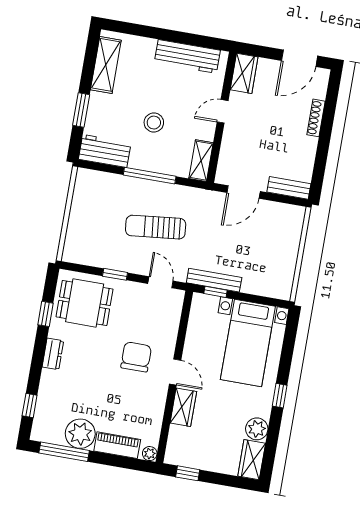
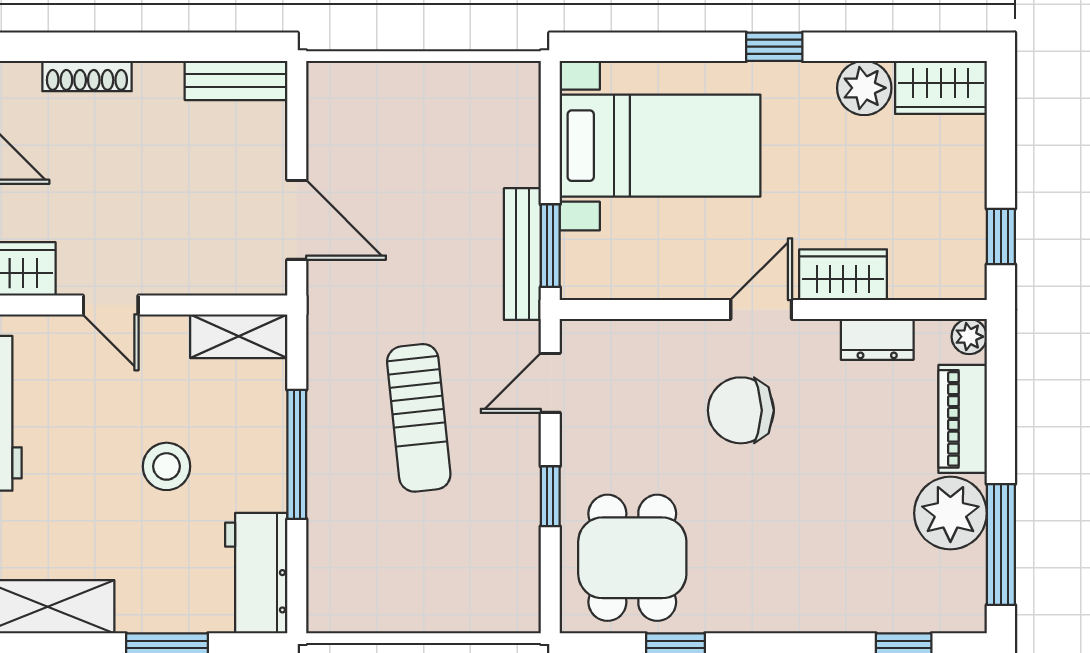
bench: (289, 188) -> (236, 80), moved, turned 90
window: (215, 292) -> (550, 246), width x1.50
dresser: (53, 354) -> (877, 339), moved, turned 180

